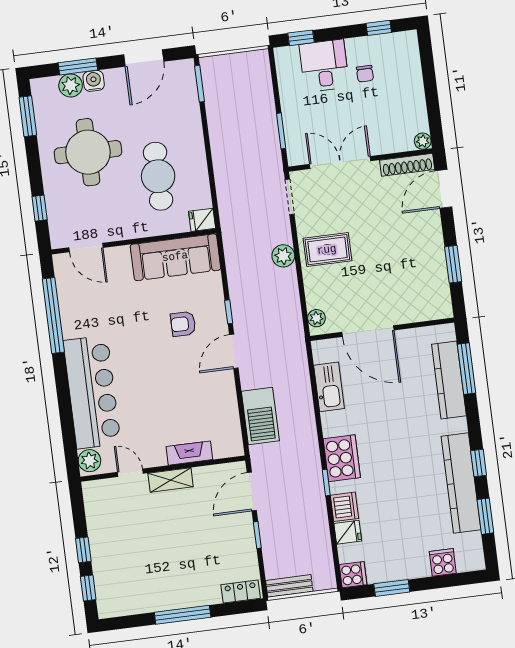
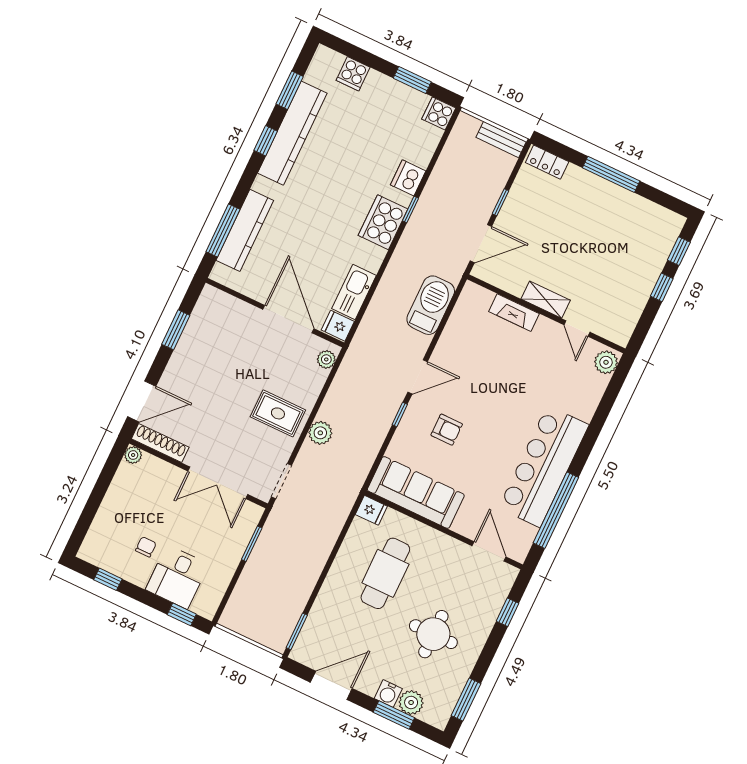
round table: (88, 152) -> (433, 634), width x0.73, depth x0.73
bar counter: (92, 392) -> (544, 466), moved
fridge: (348, 532) -> (338, 326), moved

